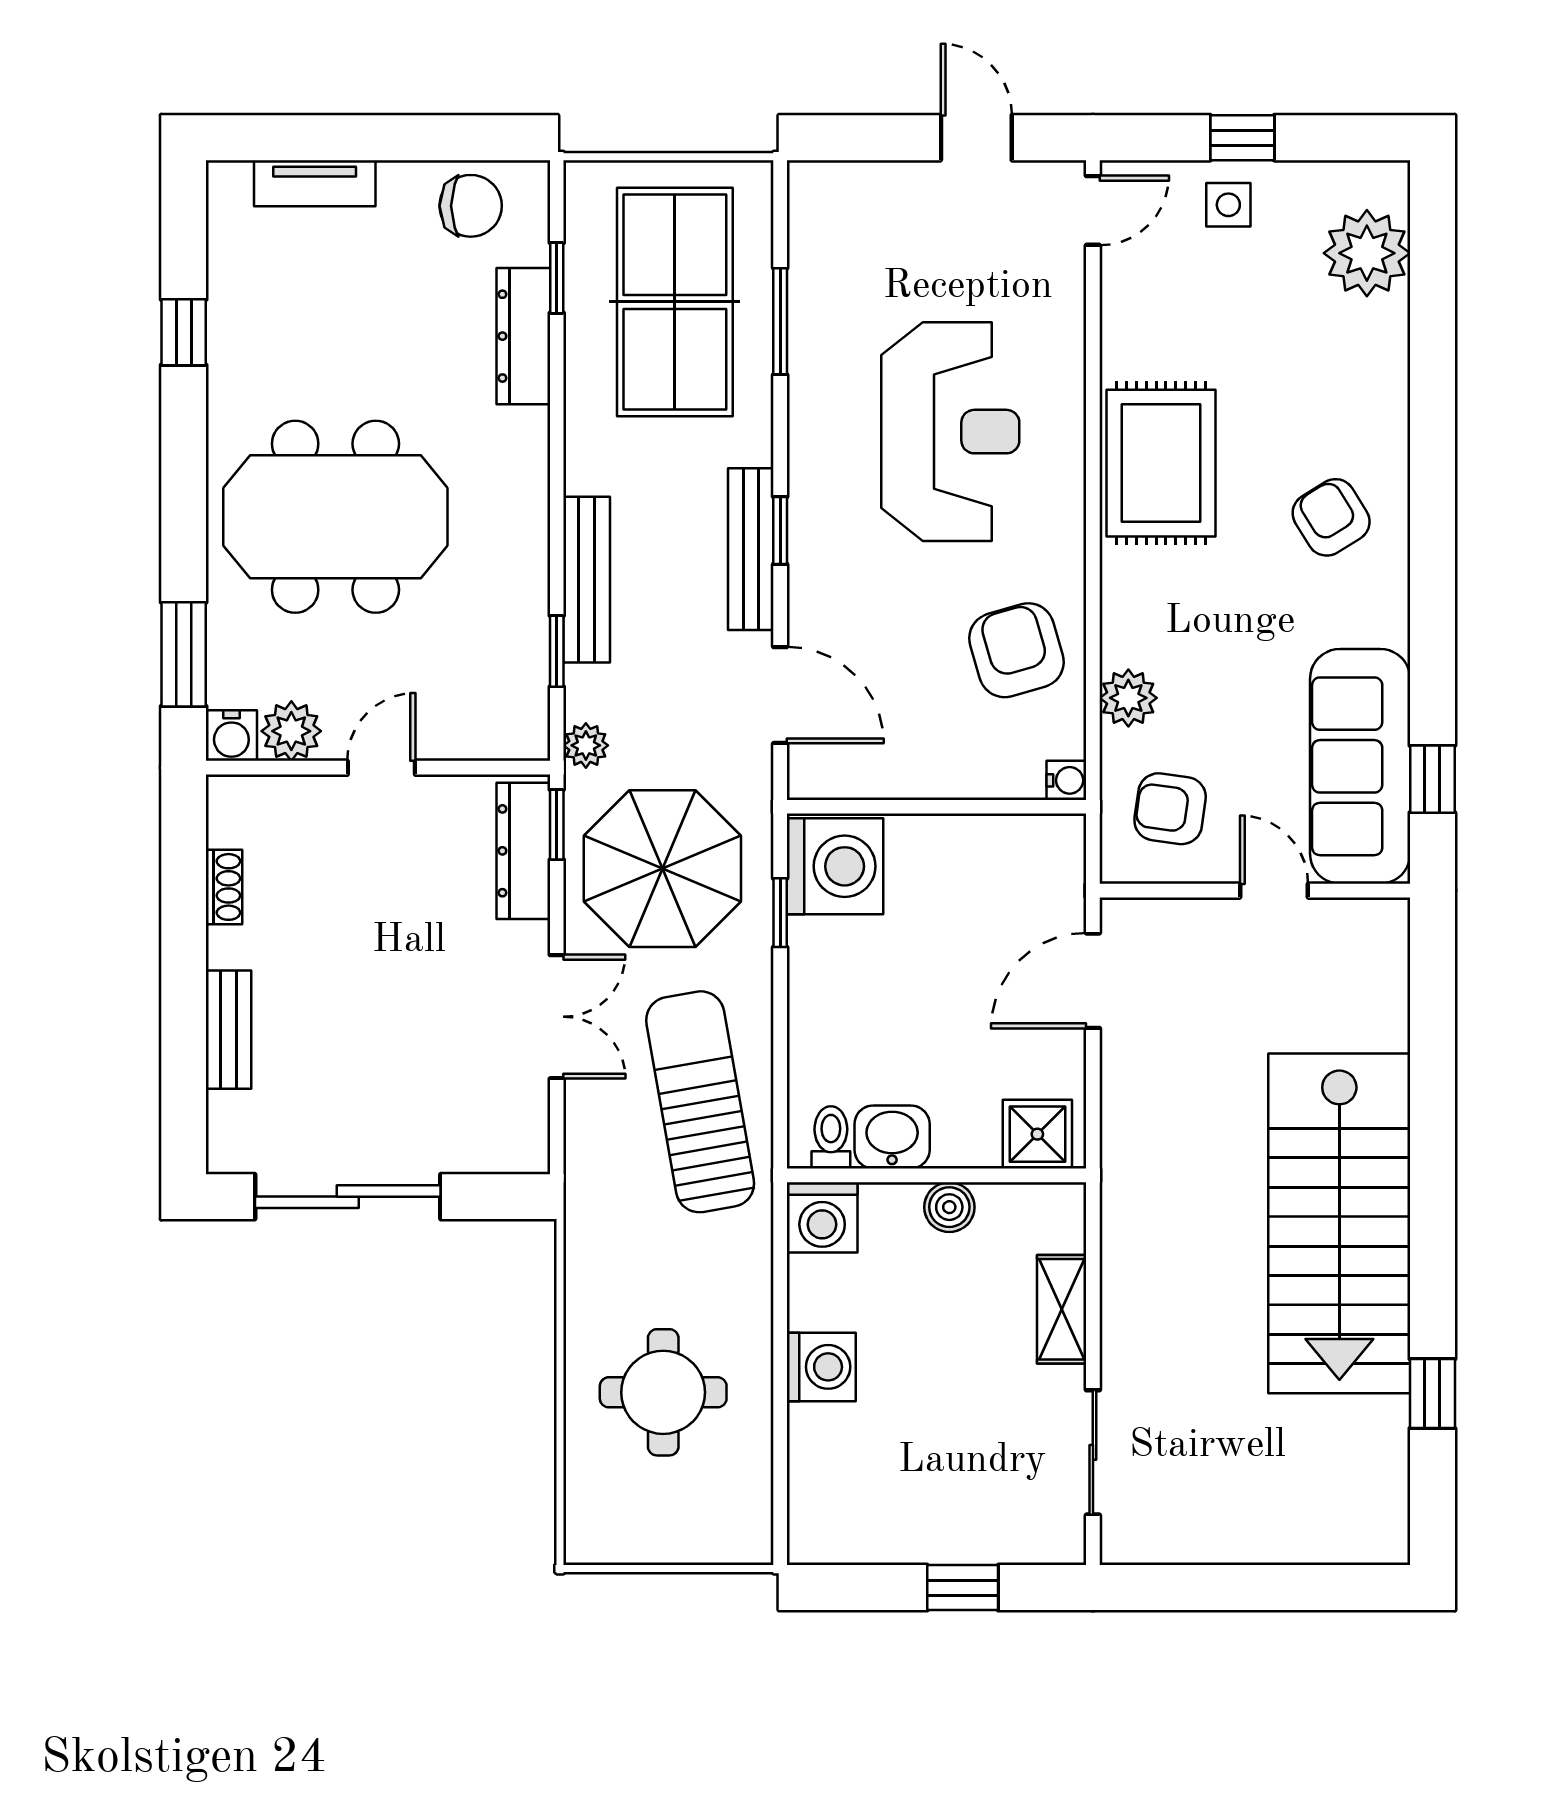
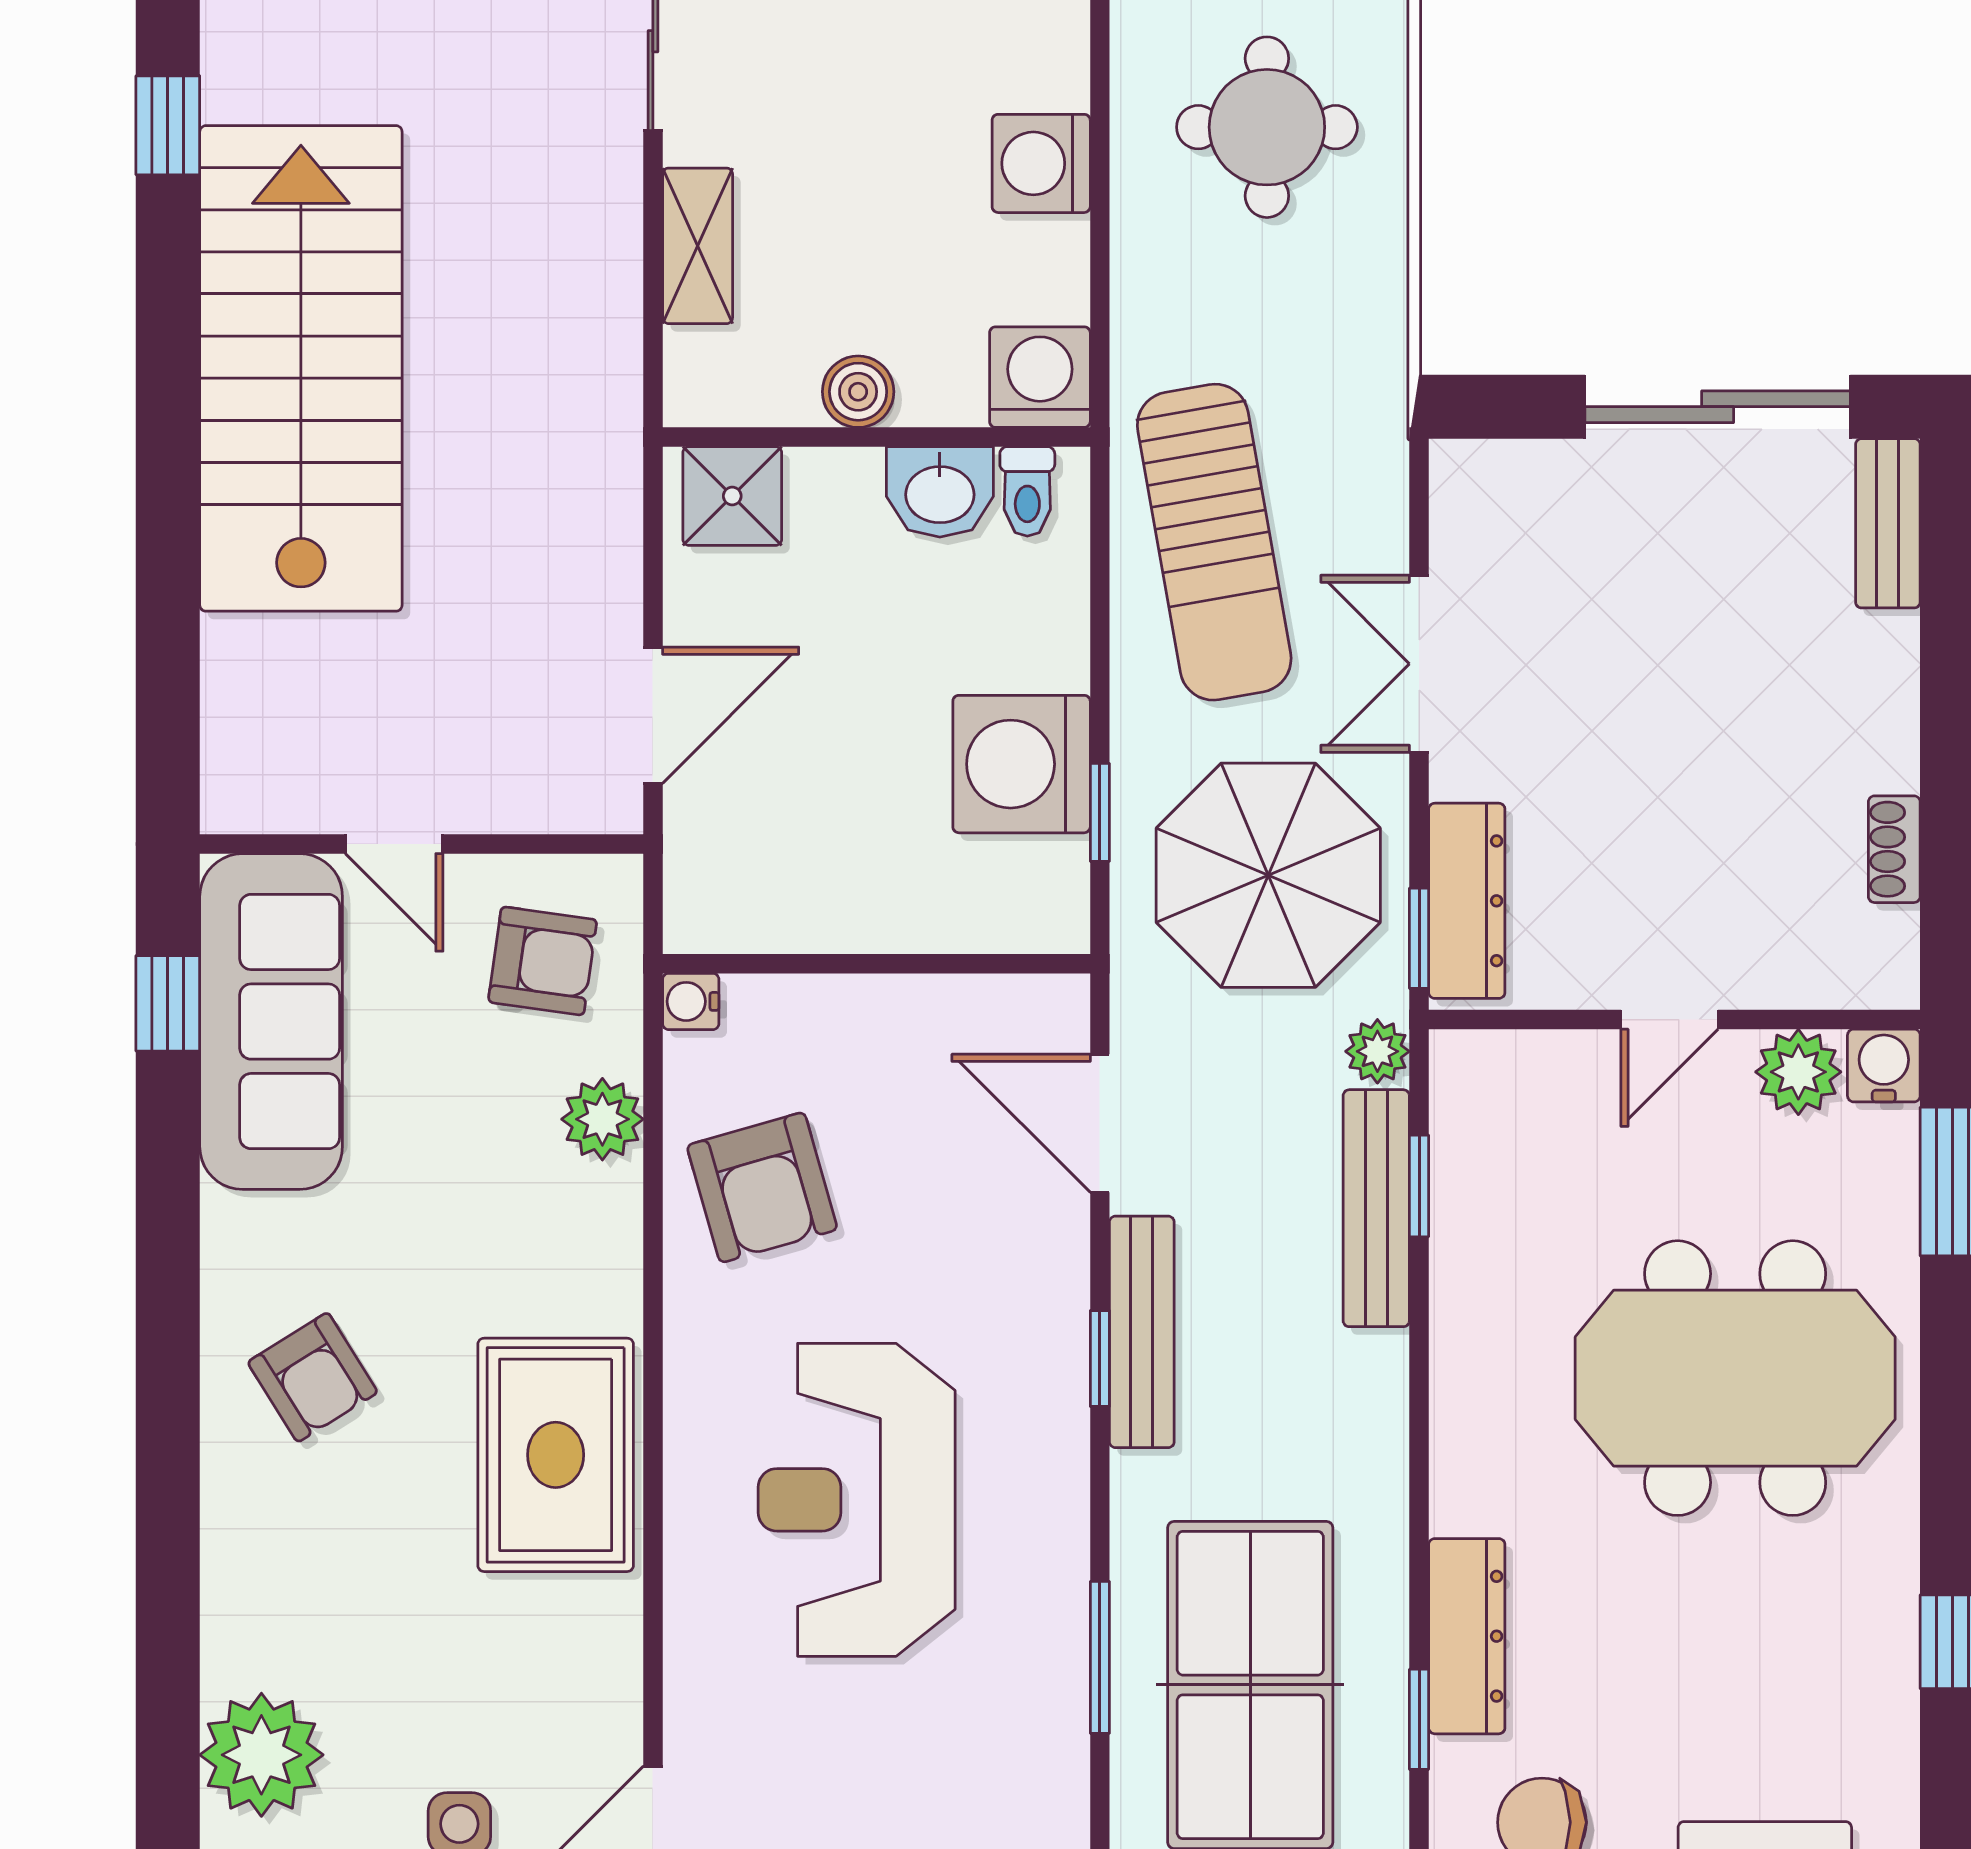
bench: (587, 580) -> (1376, 1208), moved
washing machine: (835, 866) -> (1022, 764), moved
bench: (229, 1030) -> (1888, 523), moved

